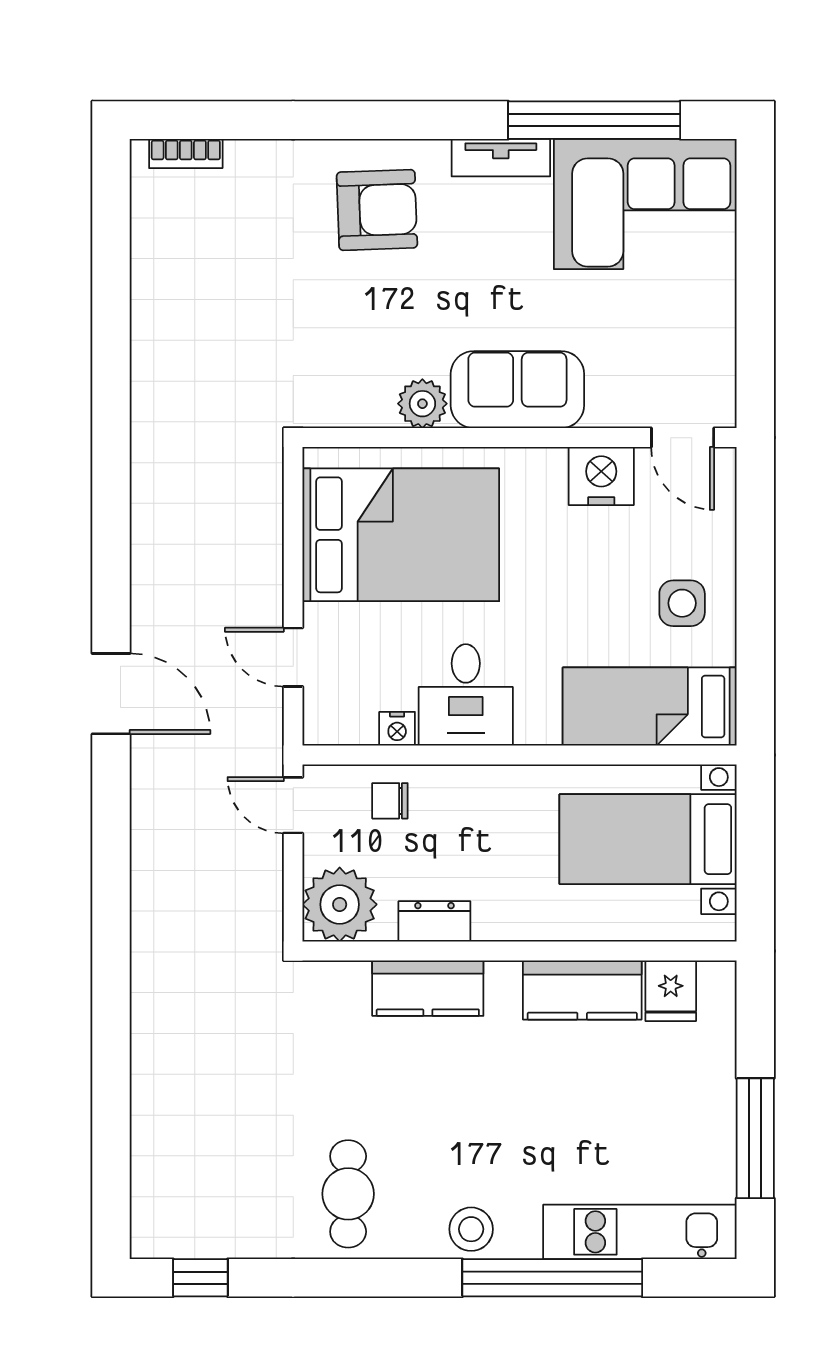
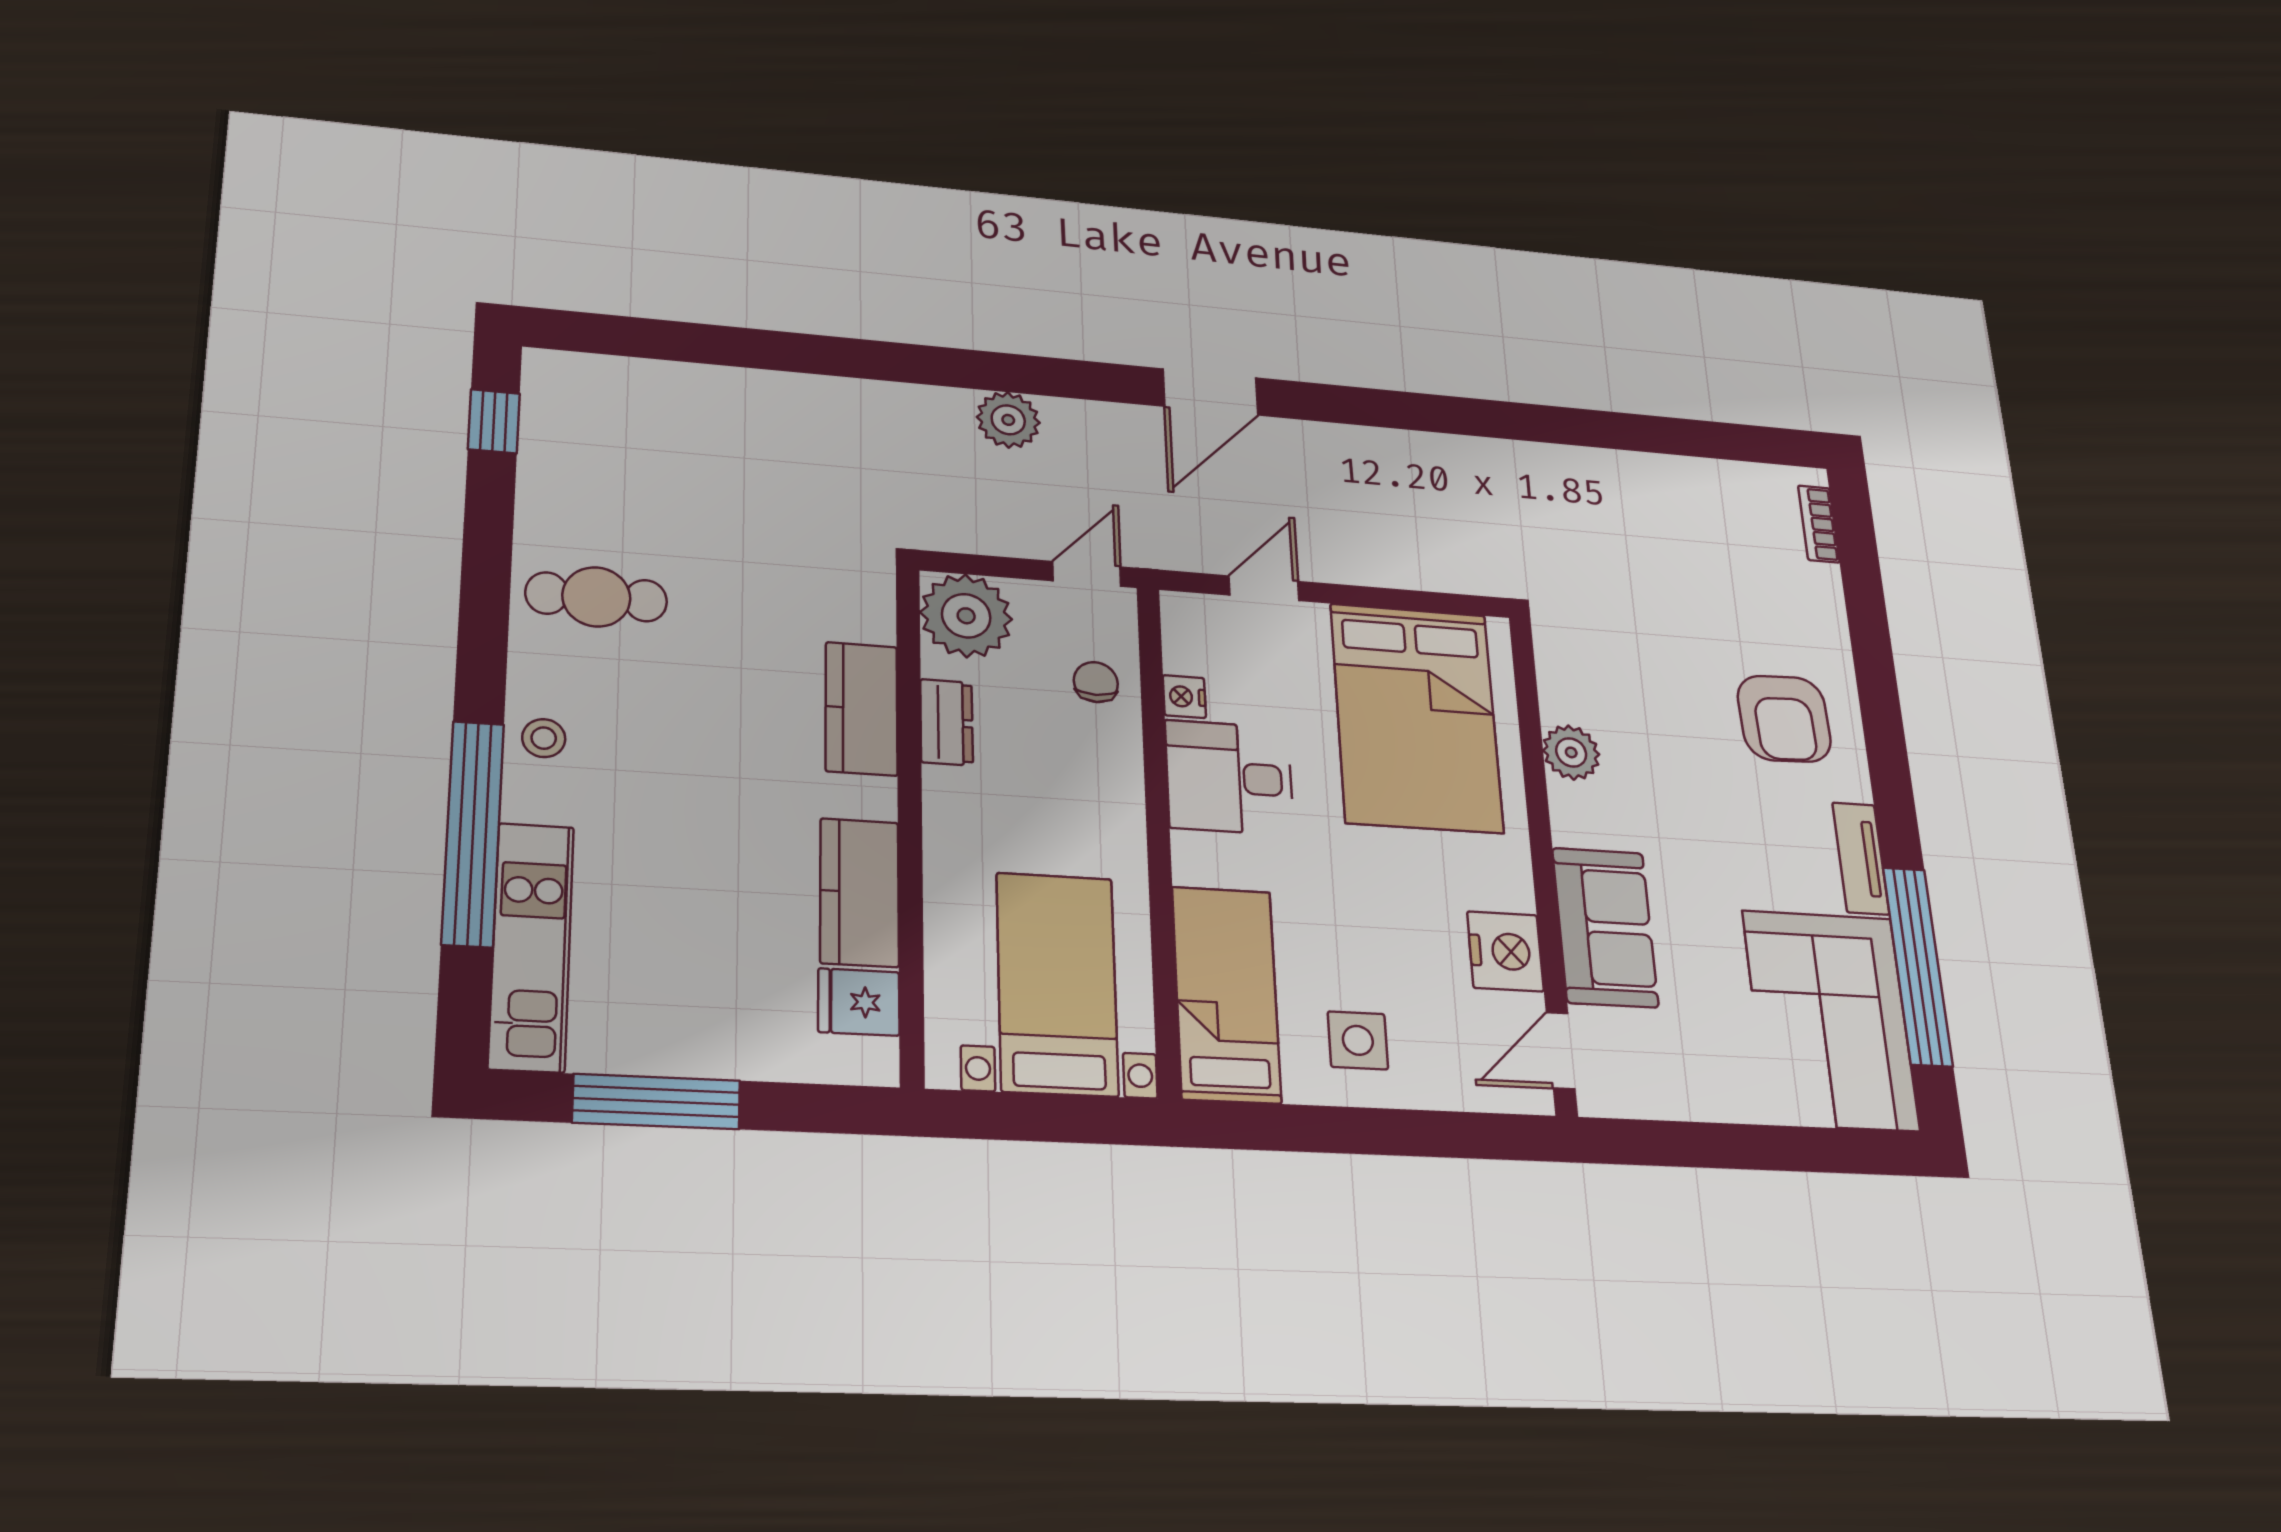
sofa: (517, 390) -> (1605, 927), moved
plant: (156, 867) -> (1008, 420), added
stool: (471, 1229) -> (544, 738), width x0.73, depth x0.73

